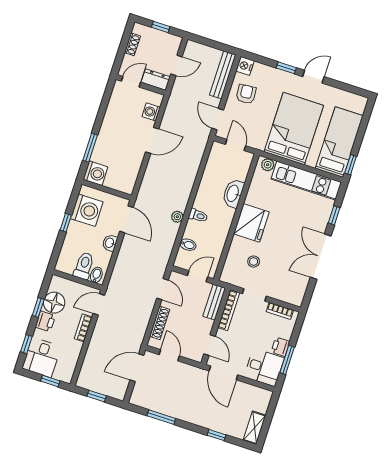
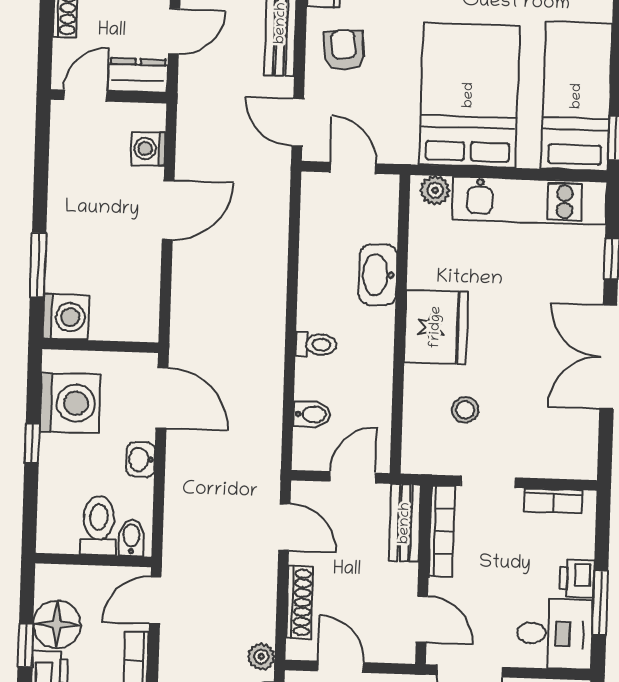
plant: (177, 217) -> (261, 657), moved

